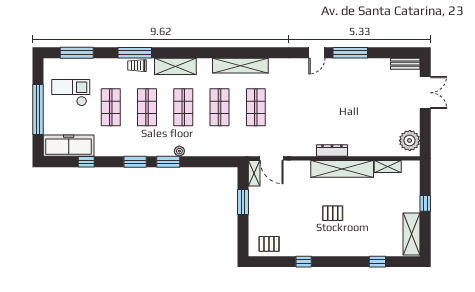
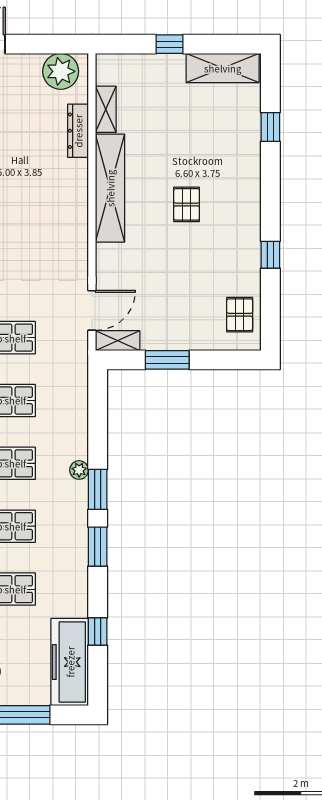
dresser: (332, 151) -> (78, 131), moved

